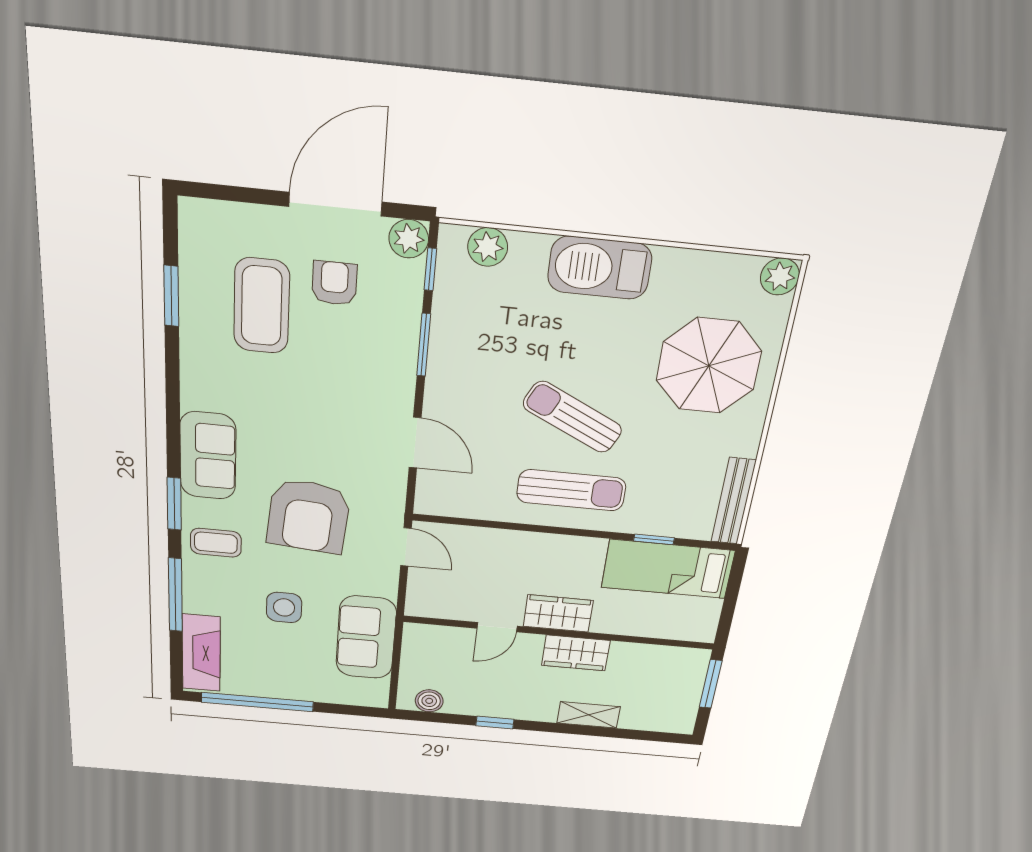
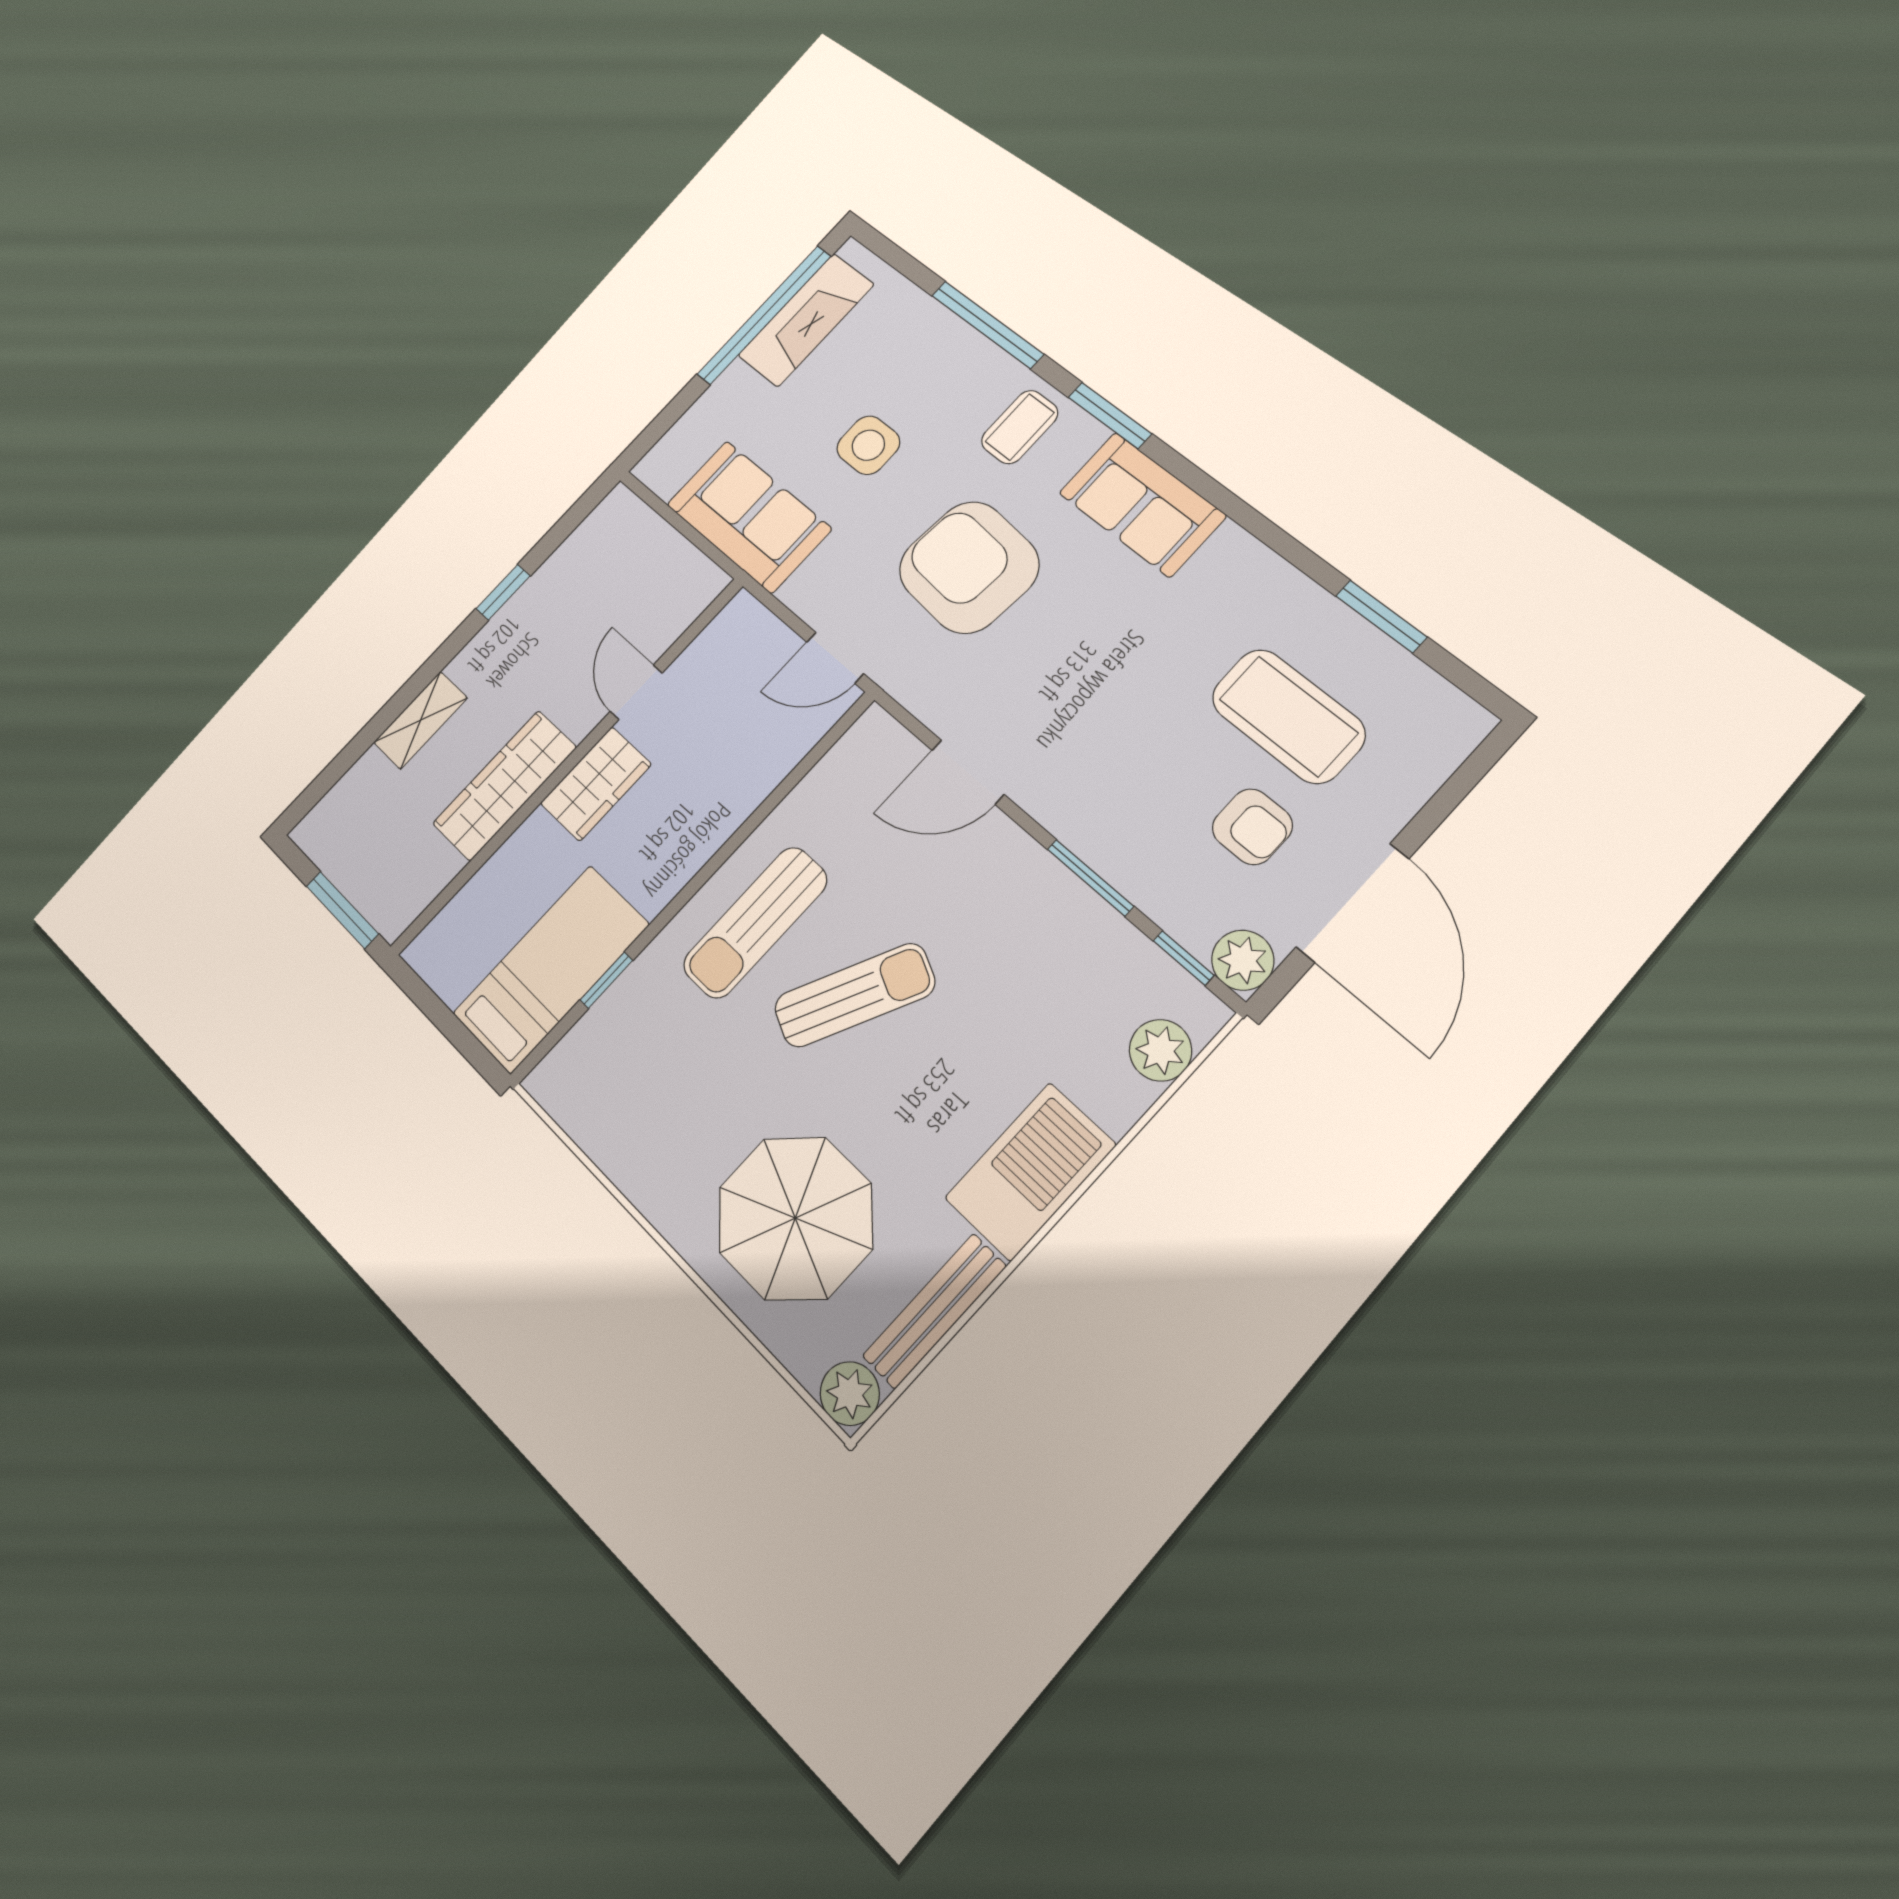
bench: (733, 501) -> (934, 1311), moved, turned 90
fireplace: (201, 653) -> (806, 320), moved, turned -90
wardrobe: (576, 653) -> (505, 785), width x1.50
boiler: (429, 701) -> (599, 531), removed

